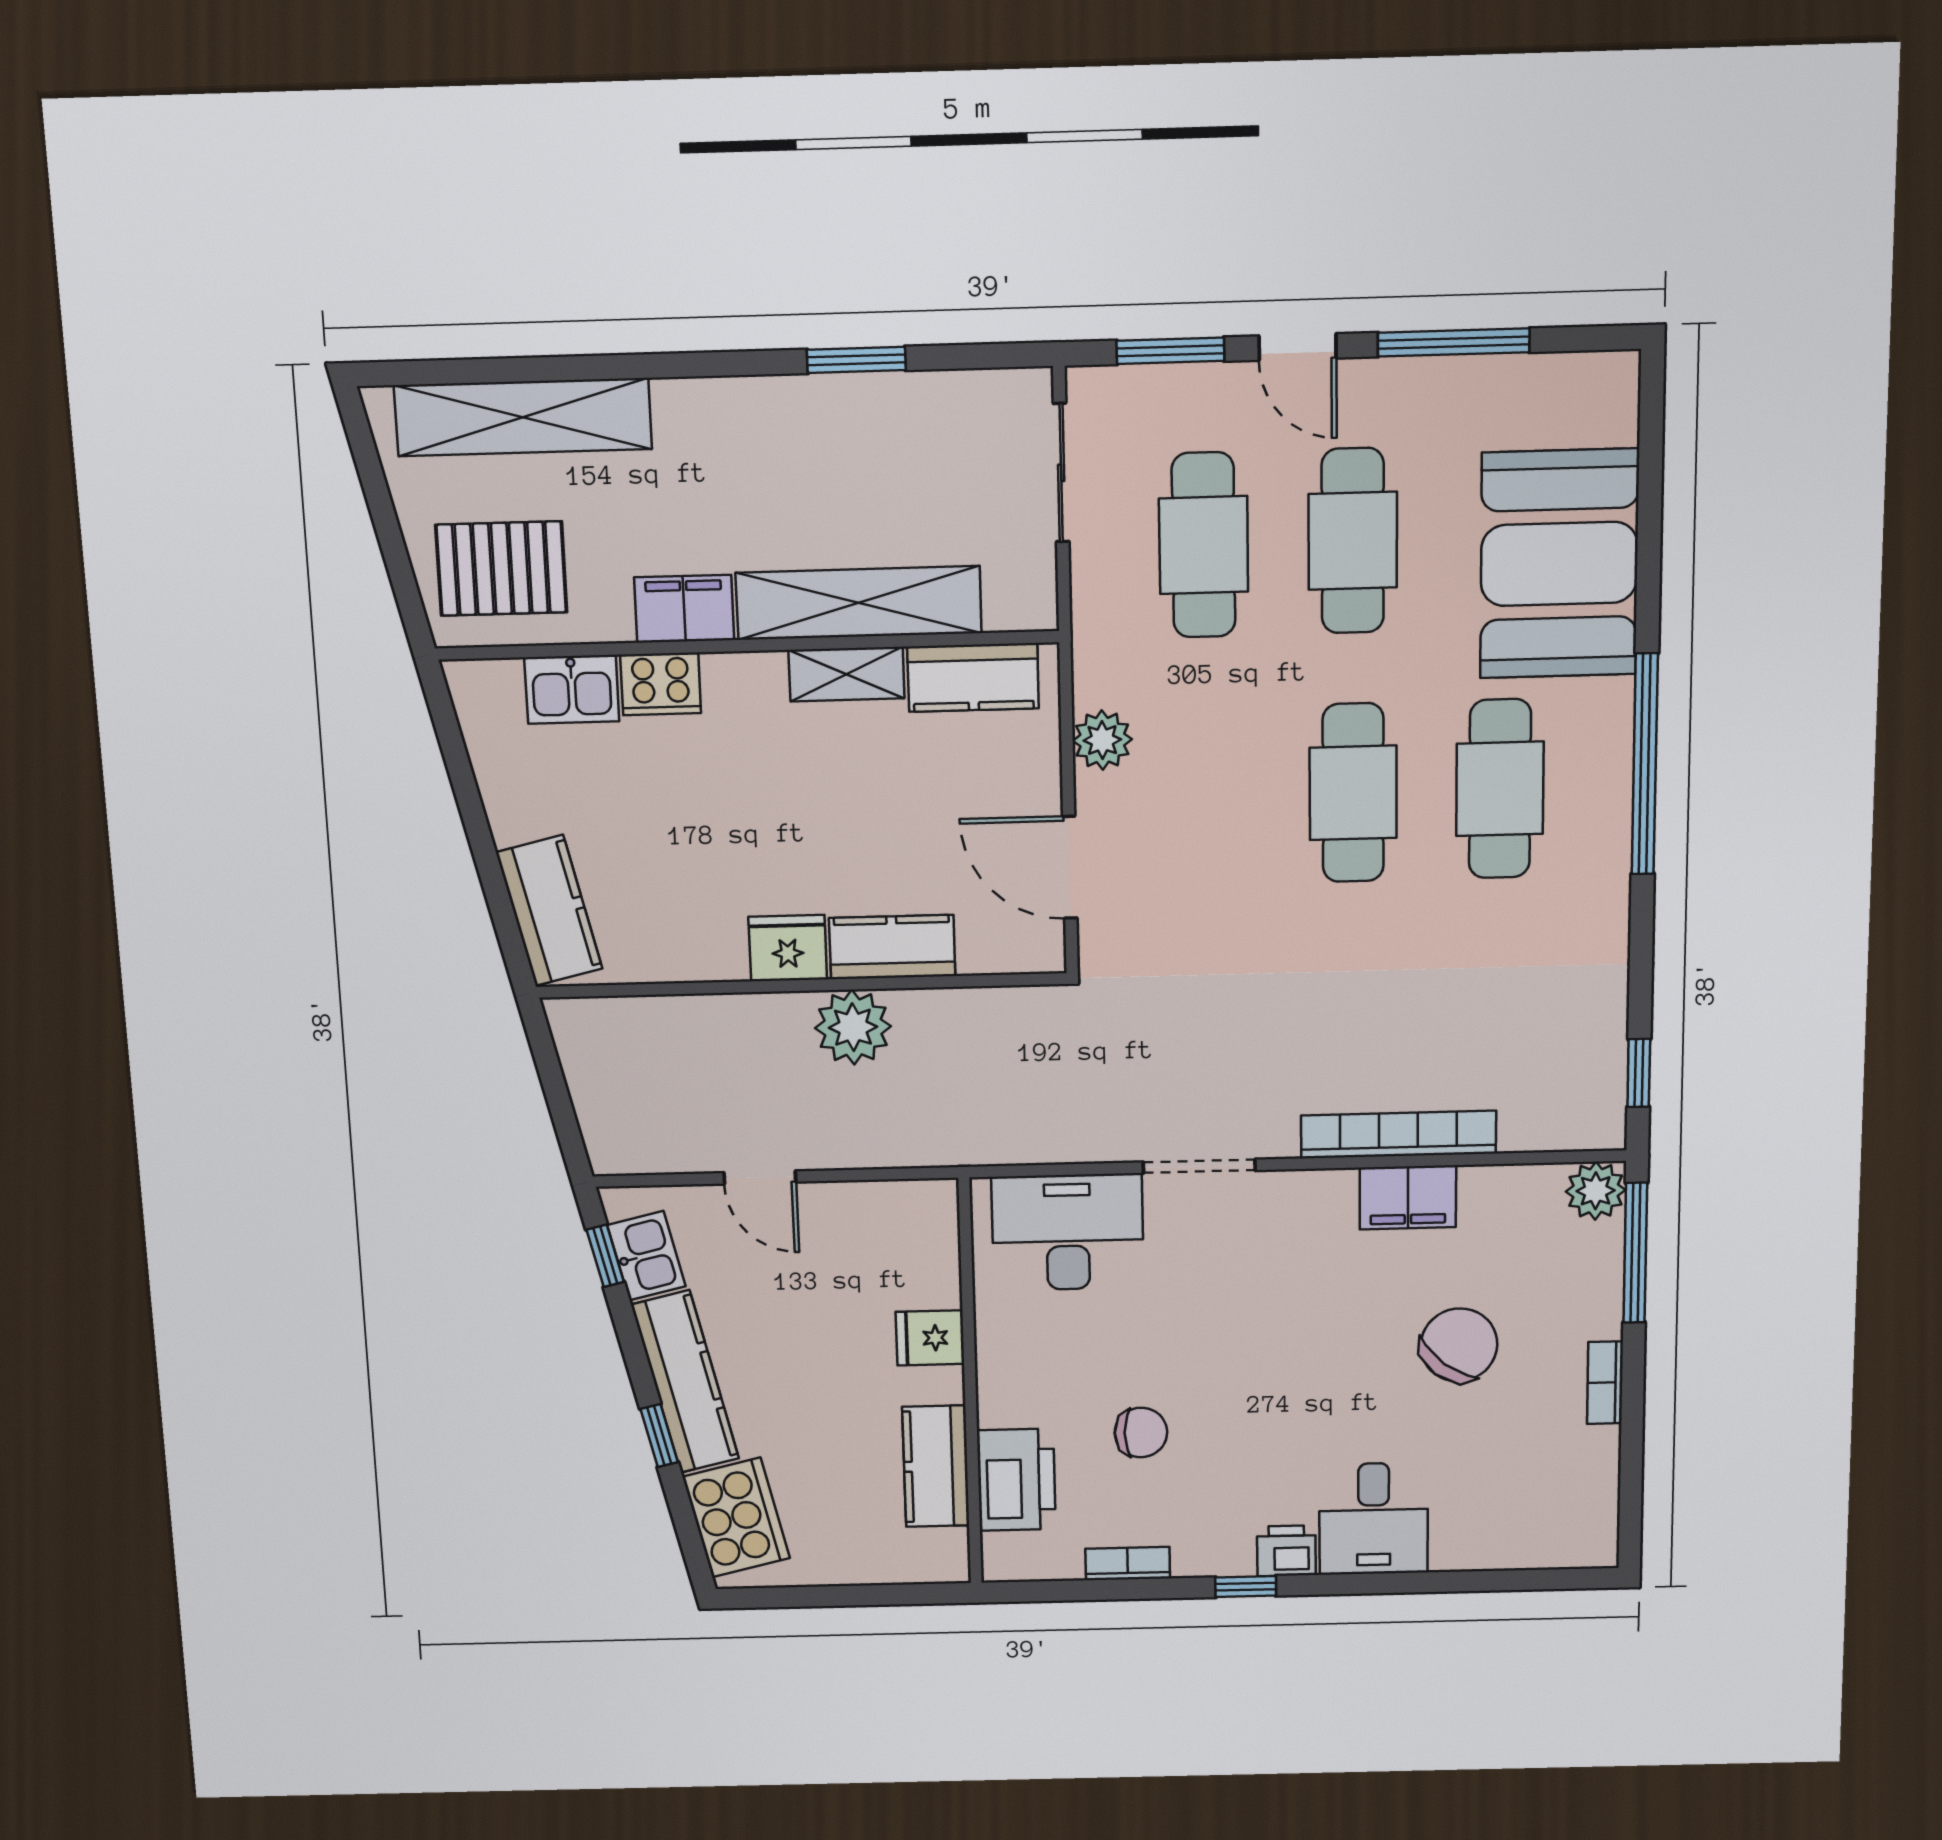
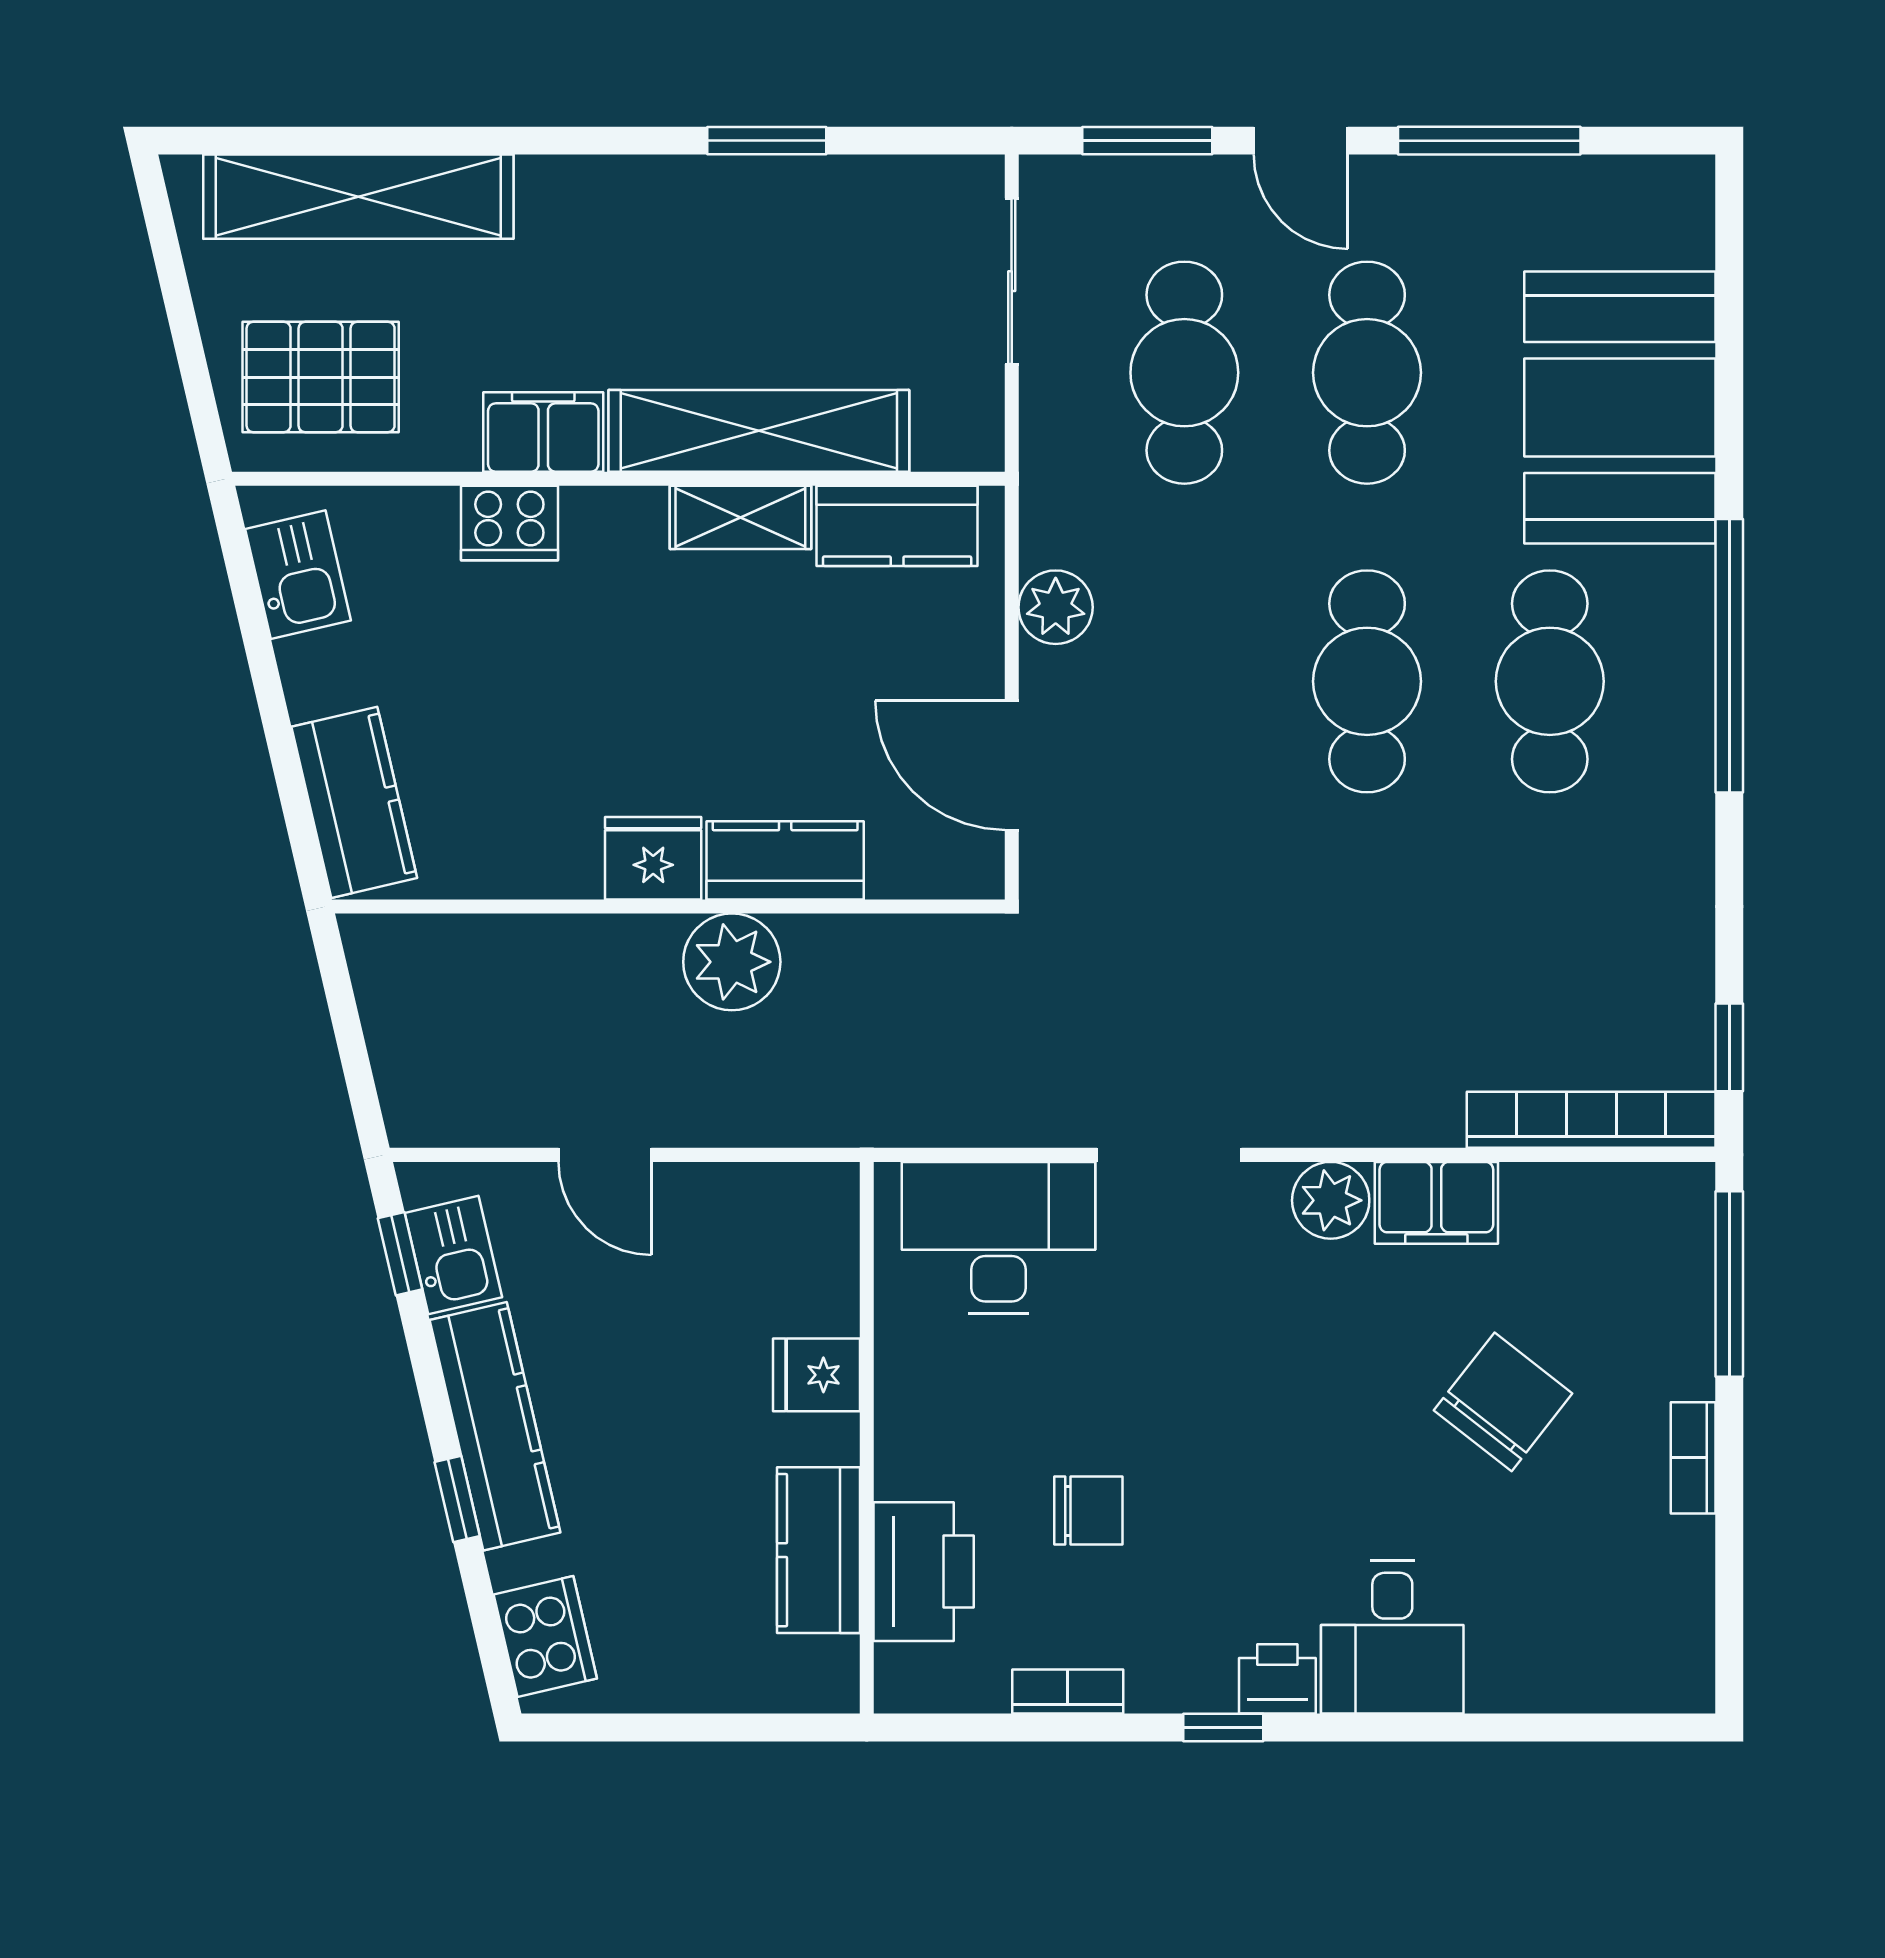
kitchen sink: (572, 689) -> (298, 575), moved, turned -103
bookcase: (1398, 1135) -> (1591, 1120), moved
plant: (1596, 1191) -> (1331, 1200), moved
cooker: (736, 1517) -> (545, 1637), width x0.73, depth x0.76

